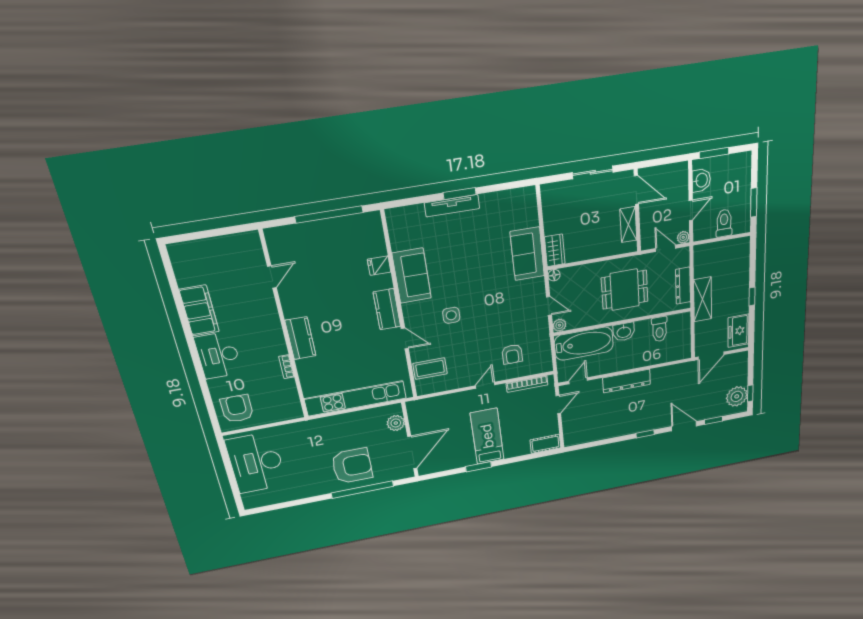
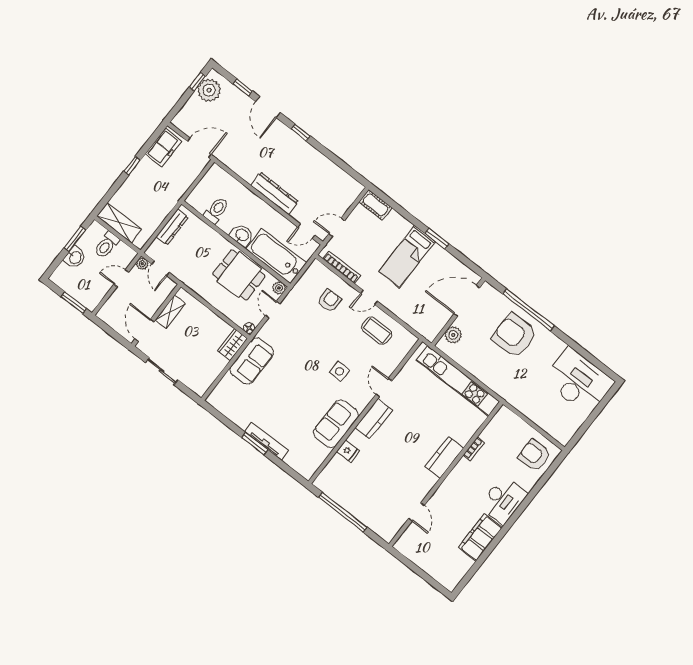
washbasin: (701, 180) -> (75, 257), moved, turned 180
door: (272, 277) -> (416, 512), swing flipped
dining table: (625, 290) -> (239, 275), moved
shelving: (703, 299) -> (119, 223), moved, turned 90
coffee table: (430, 369) -> (377, 331), moved
armchair: (237, 409) -> (534, 455), turned 90
desk: (256, 463) -> (579, 381), moved, turned -90

